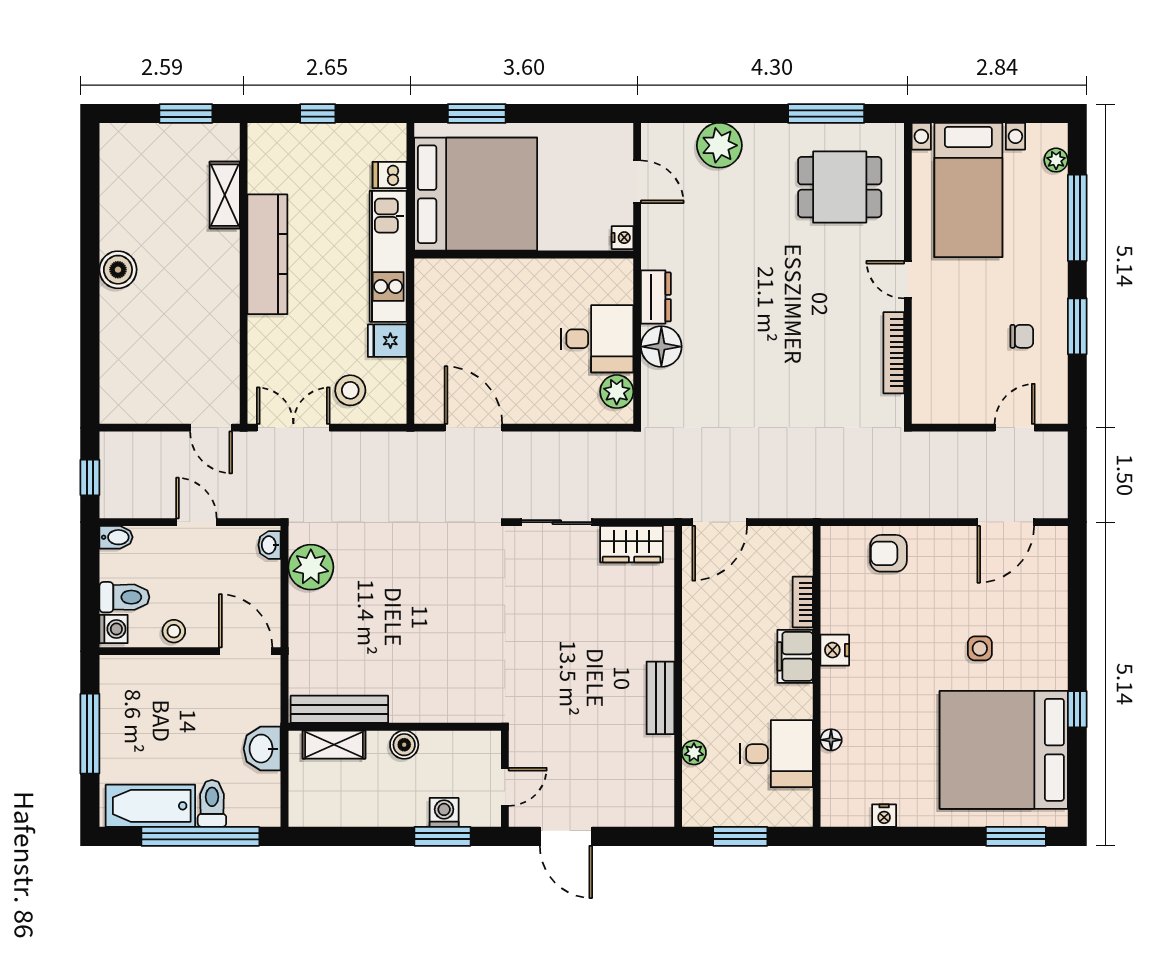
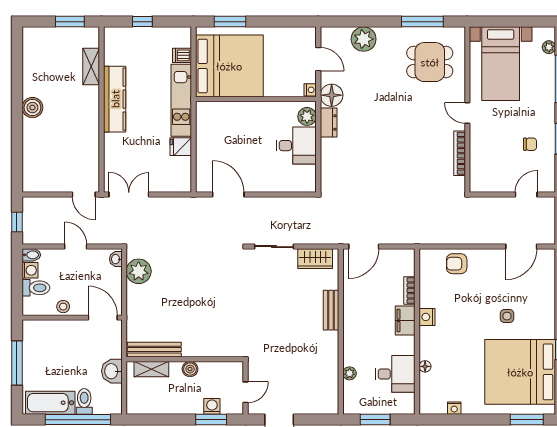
floor lamp: (661, 347) -> (332, 95), moved
stool: (350, 390) -> (160, 174), removed
plant: (617, 392) -> (307, 116), moved
washing machine: (114, 629) -> (30, 270), moved
bench: (660, 698) -> (331, 310), moved

